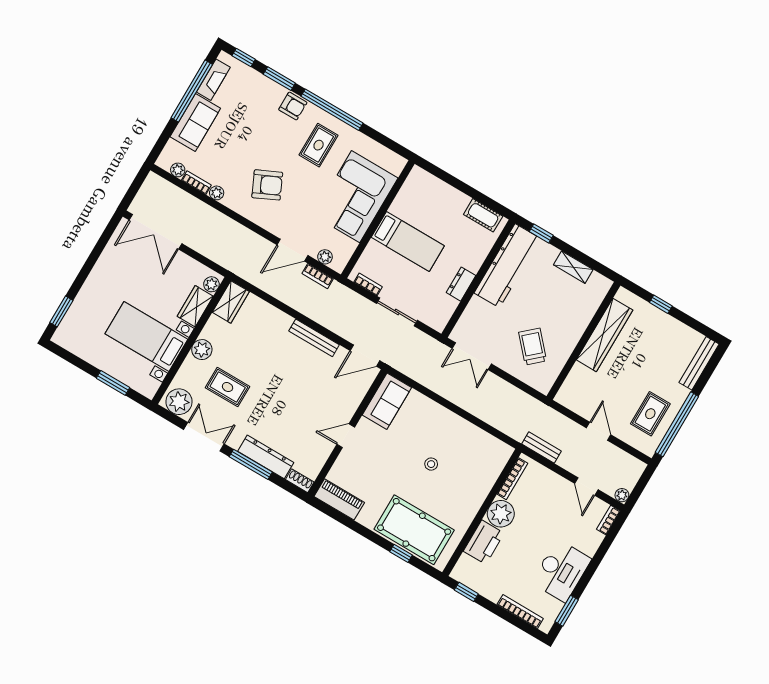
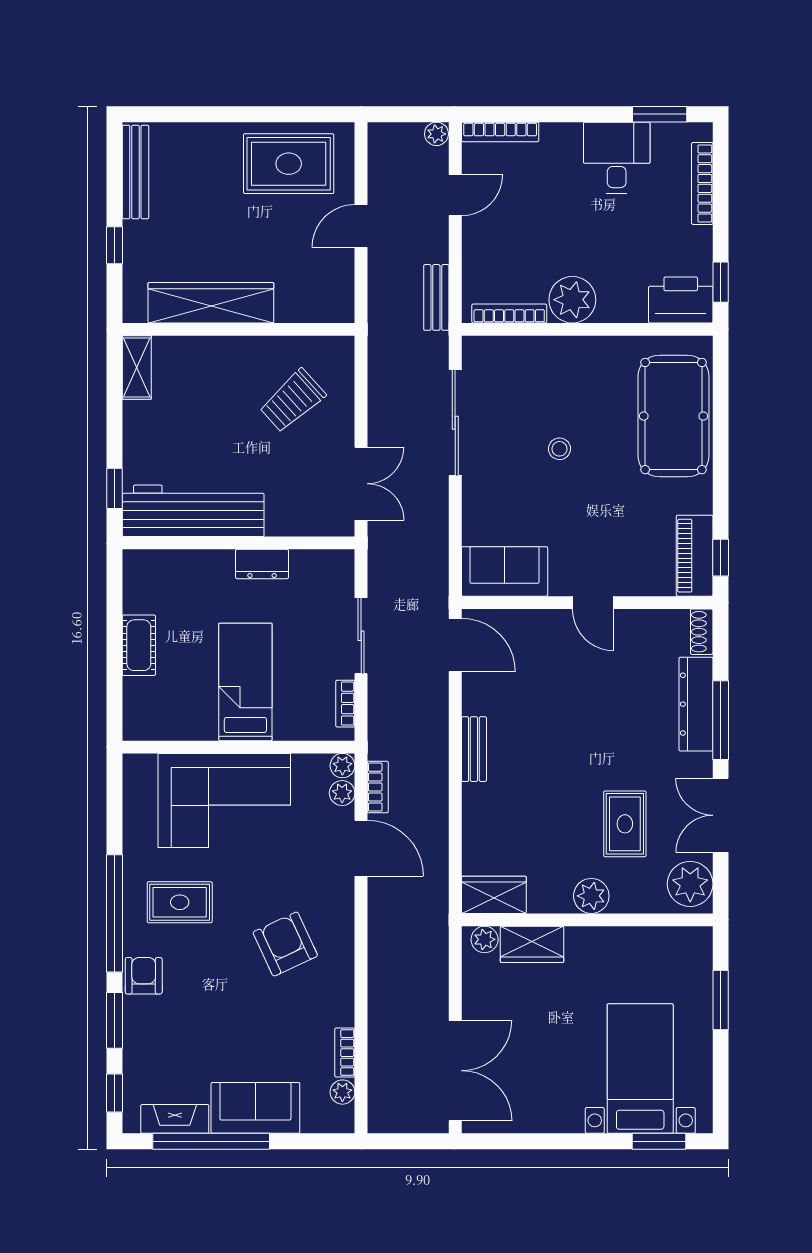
plant: (217, 193) -> (342, 766), moved
cot: (483, 215) -> (139, 645), moved
shelving: (573, 267) -> (137, 368), moved
bed with nightstands: (146, 336) -> (640, 1069), moved, turned 180
bench: (314, 338) -> (474, 749), width x0.73
bench: (699, 363) -> (135, 172), moved, turned 90
rug: (650, 414) -> (289, 164), width x1.36, depth x1.43
sliding door: (474, 420) -> (455, 423), added
window: (677, 424) -> (281, 114), removed
bookcase: (608, 520) -> (500, 132), width x1.56
printer: (484, 542) -> (681, 300), moved
window: (401, 553) -> (721, 558), moved
desk: (561, 571) -> (617, 158), width x0.73

